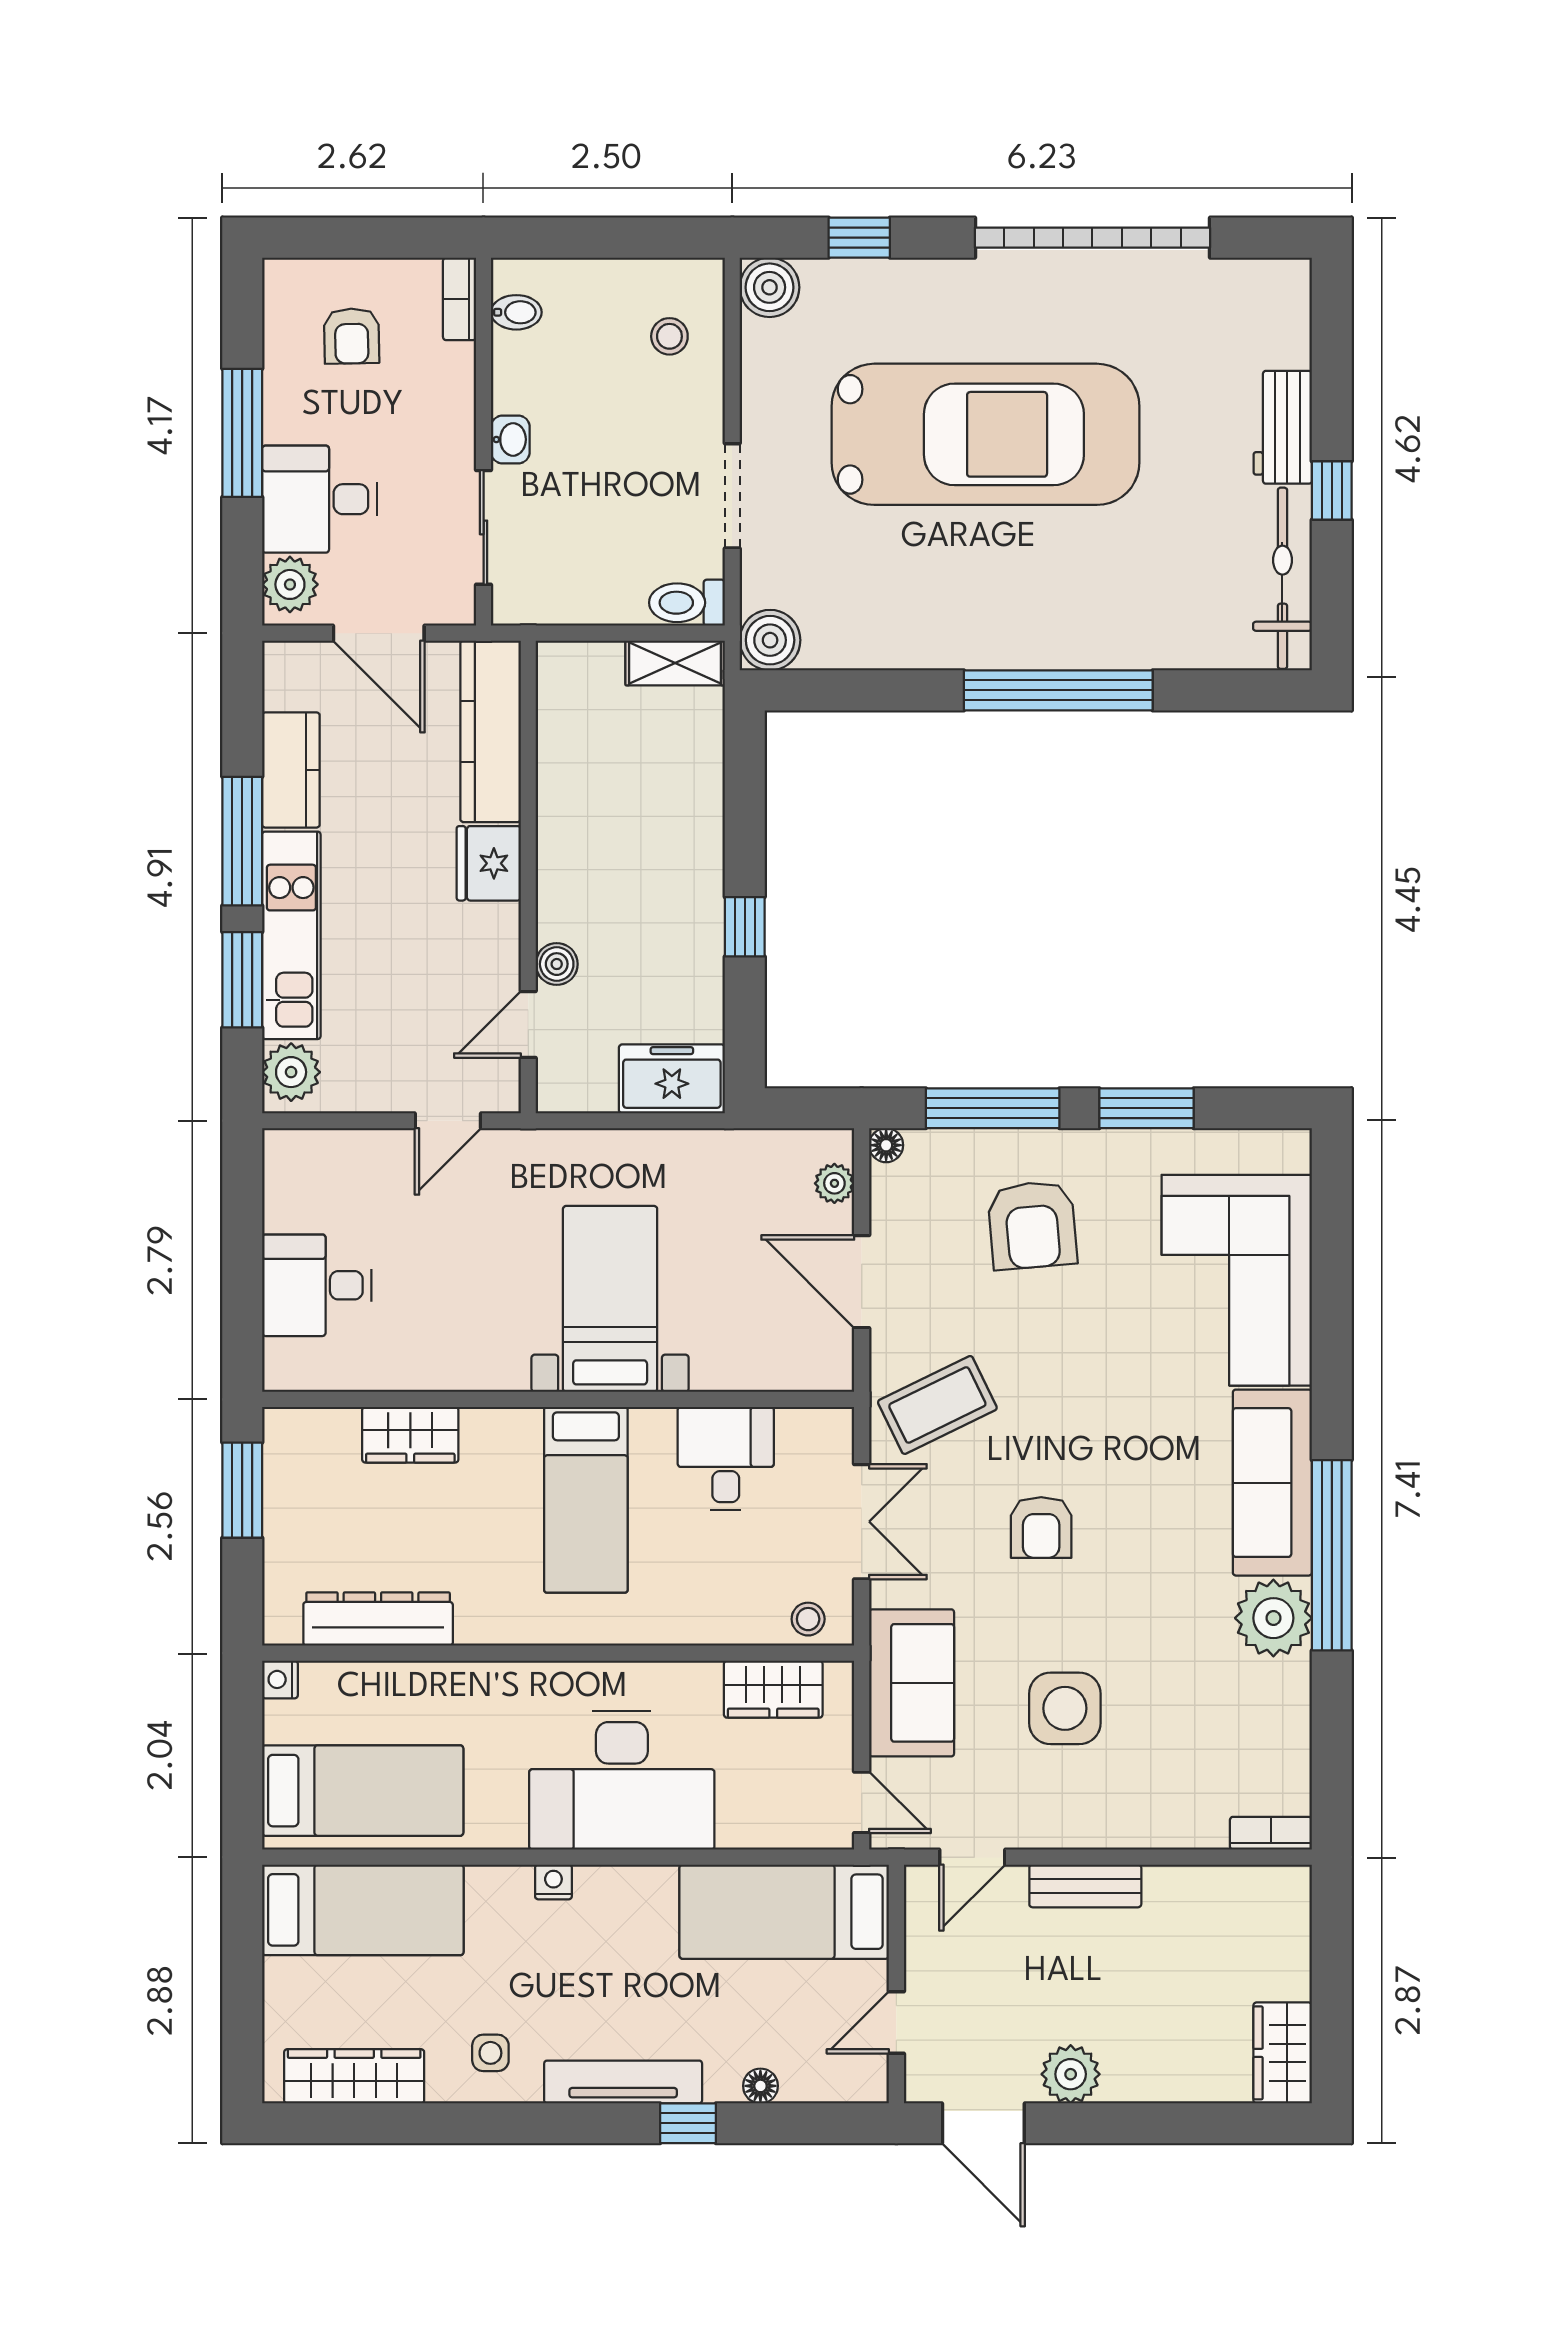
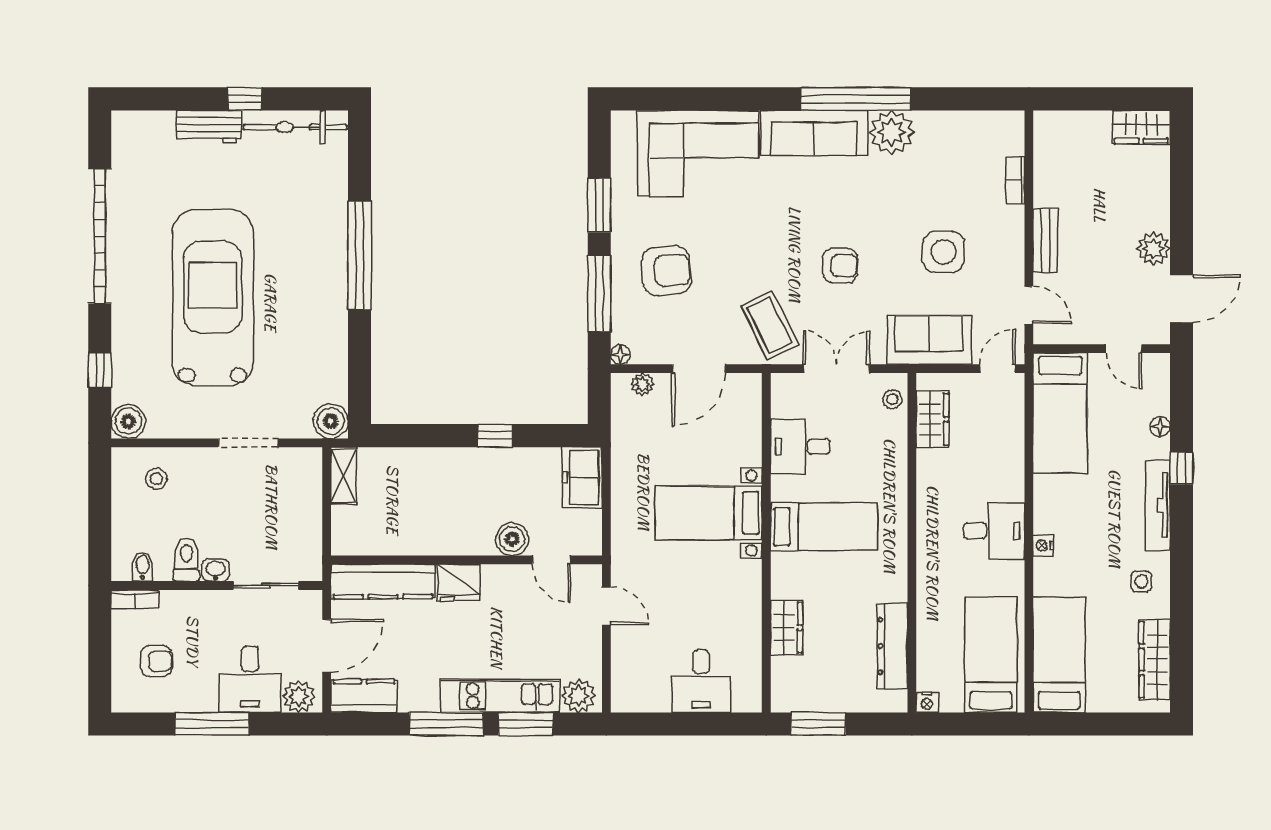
toilet: (687, 603) -> (186, 560), moved, turned 180
kitchen counter: (291, 770) -> (364, 696), moved
boiler: (557, 964) -> (512, 539), width x1.36, depth x1.36
desk: (622, 1780) -> (994, 531), width x0.53, depth x0.77
bookcase: (1271, 1833) -> (1015, 180), moved

